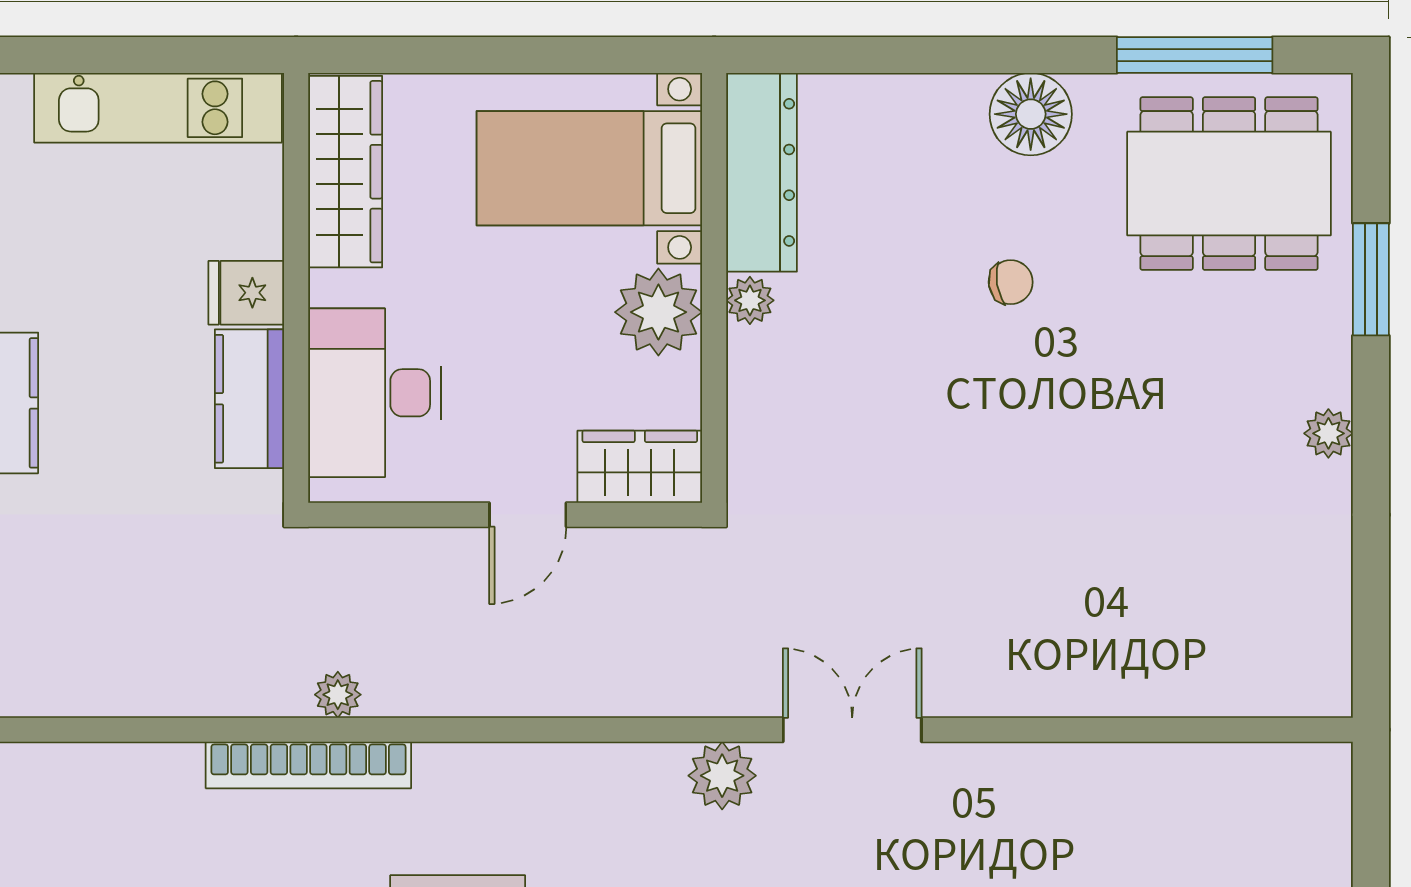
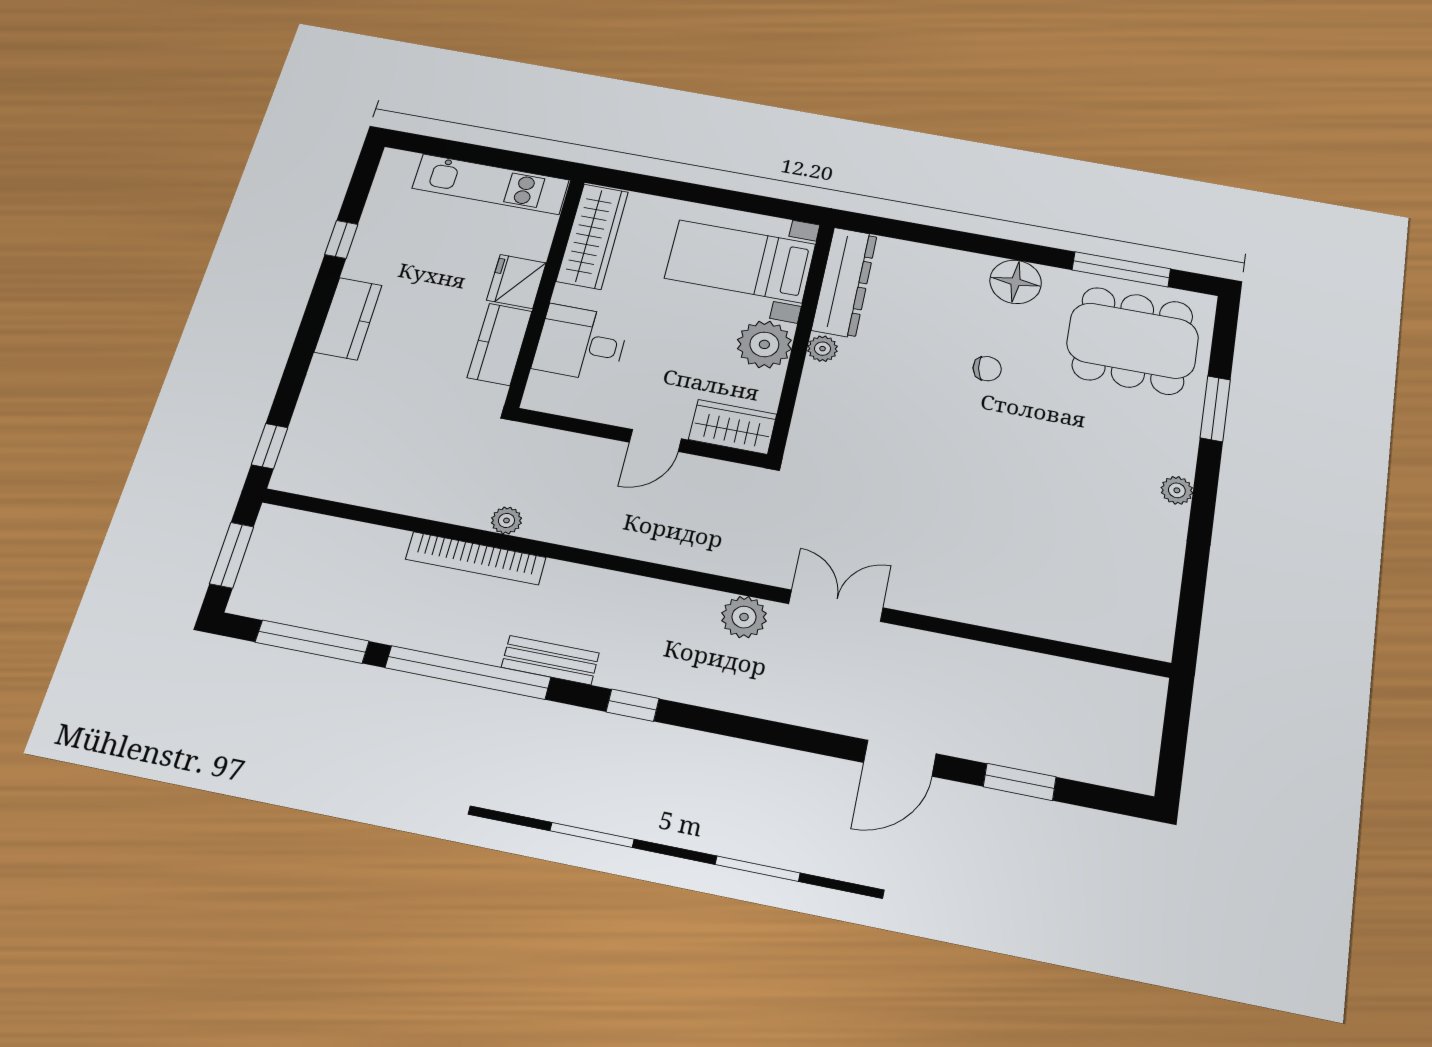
fridge: (246, 293) -> (516, 281), width x1.38
desk: (374, 393) -> (581, 343), width x0.73

